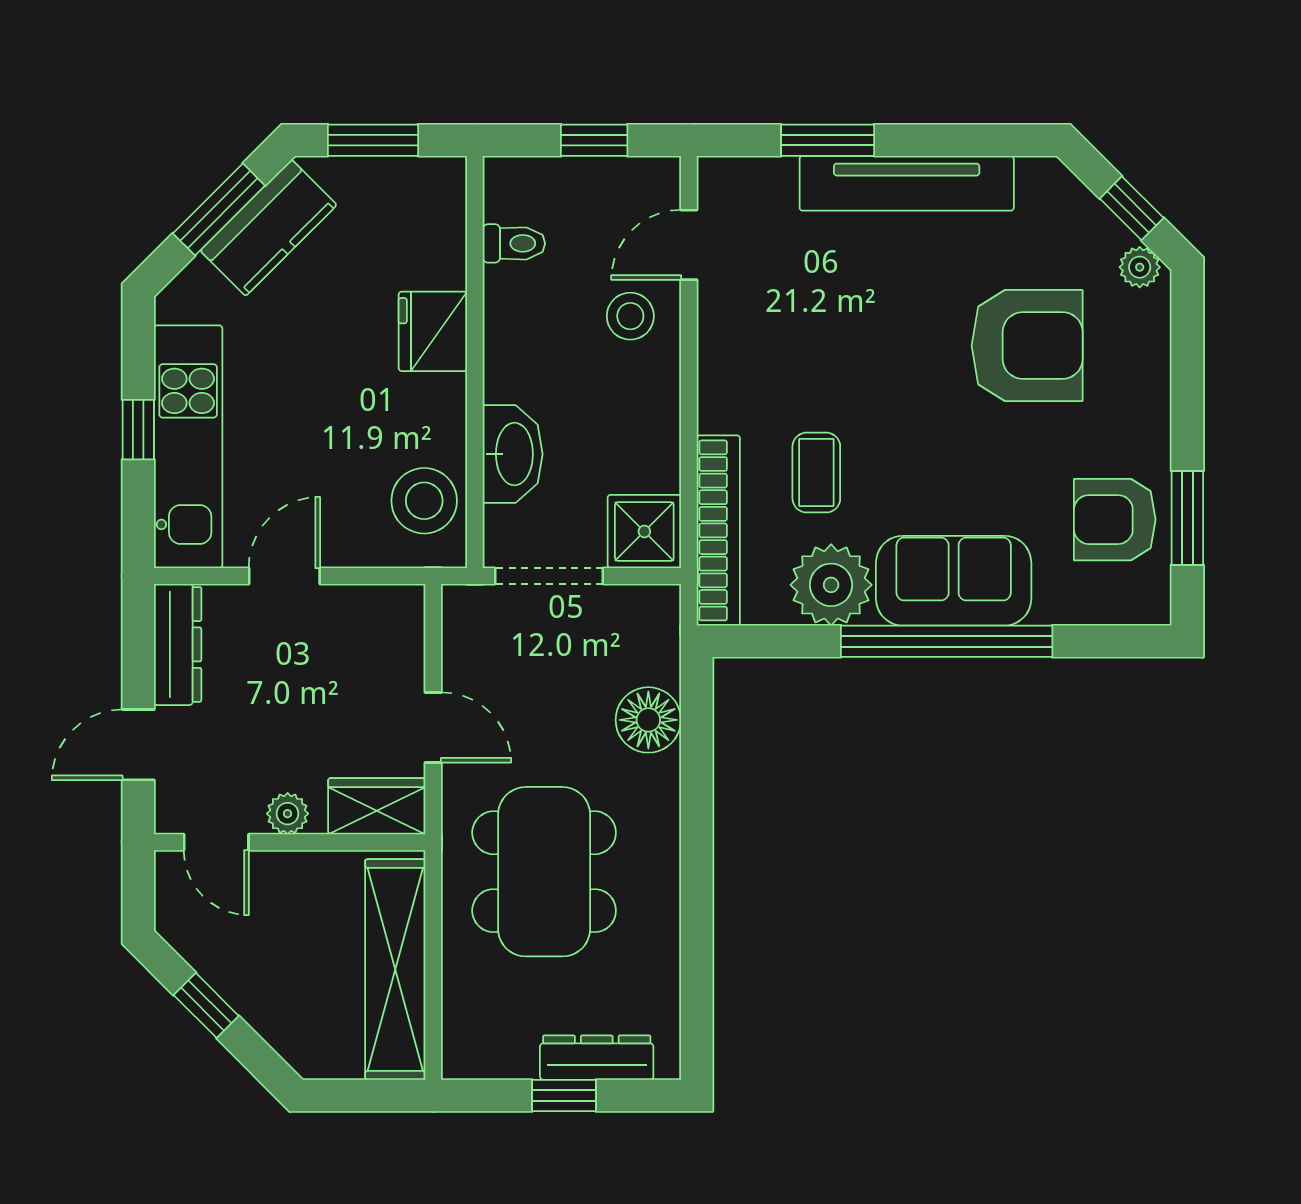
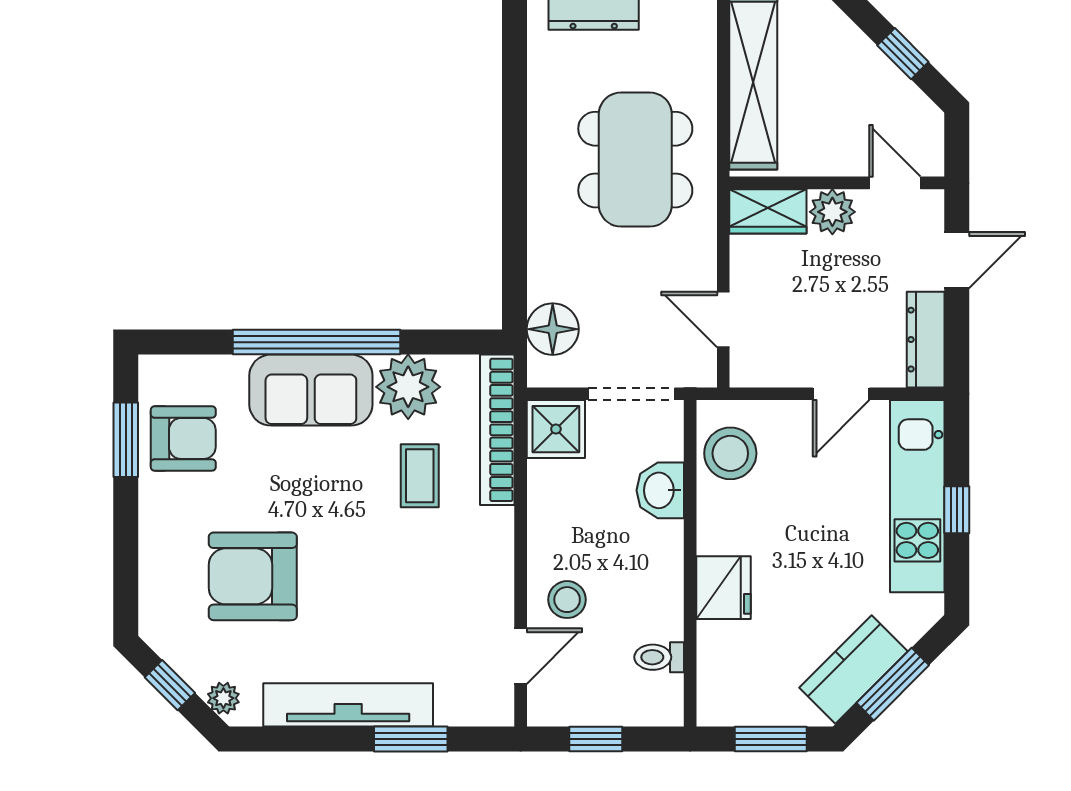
plant: (1140, 267) -> (223, 698), moved
washbasin: (513, 454) -> (660, 490), width x0.72
floor lamp: (648, 720) -> (553, 329), moved
door: (433, 727) -> (723, 320), moved
plant: (288, 814) -> (832, 212), width x1.38, depth x1.38

